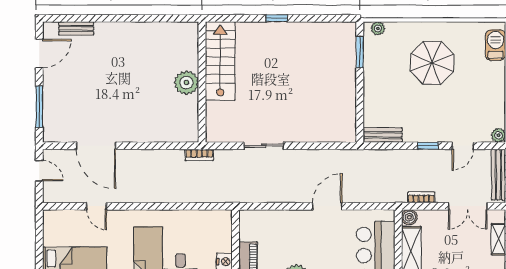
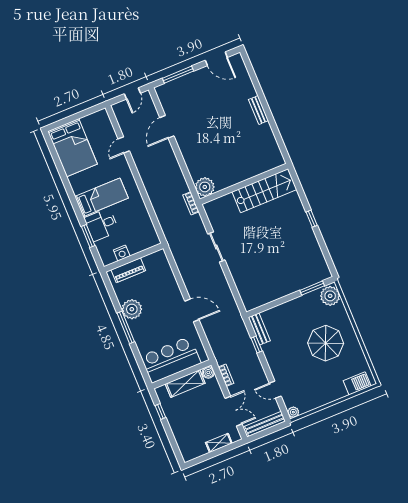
bench: (76, 28) -> (258, 110), moved
plant: (378, 28) -> (330, 296), width x1.88, depth x1.88
plant: (186, 83) -> (205, 187), moved
door: (96, 146) -> (167, 127), width x0.73
window: (428, 146) -> (257, 344), moved
double door: (468, 206) -> (233, 411), swing flipped

